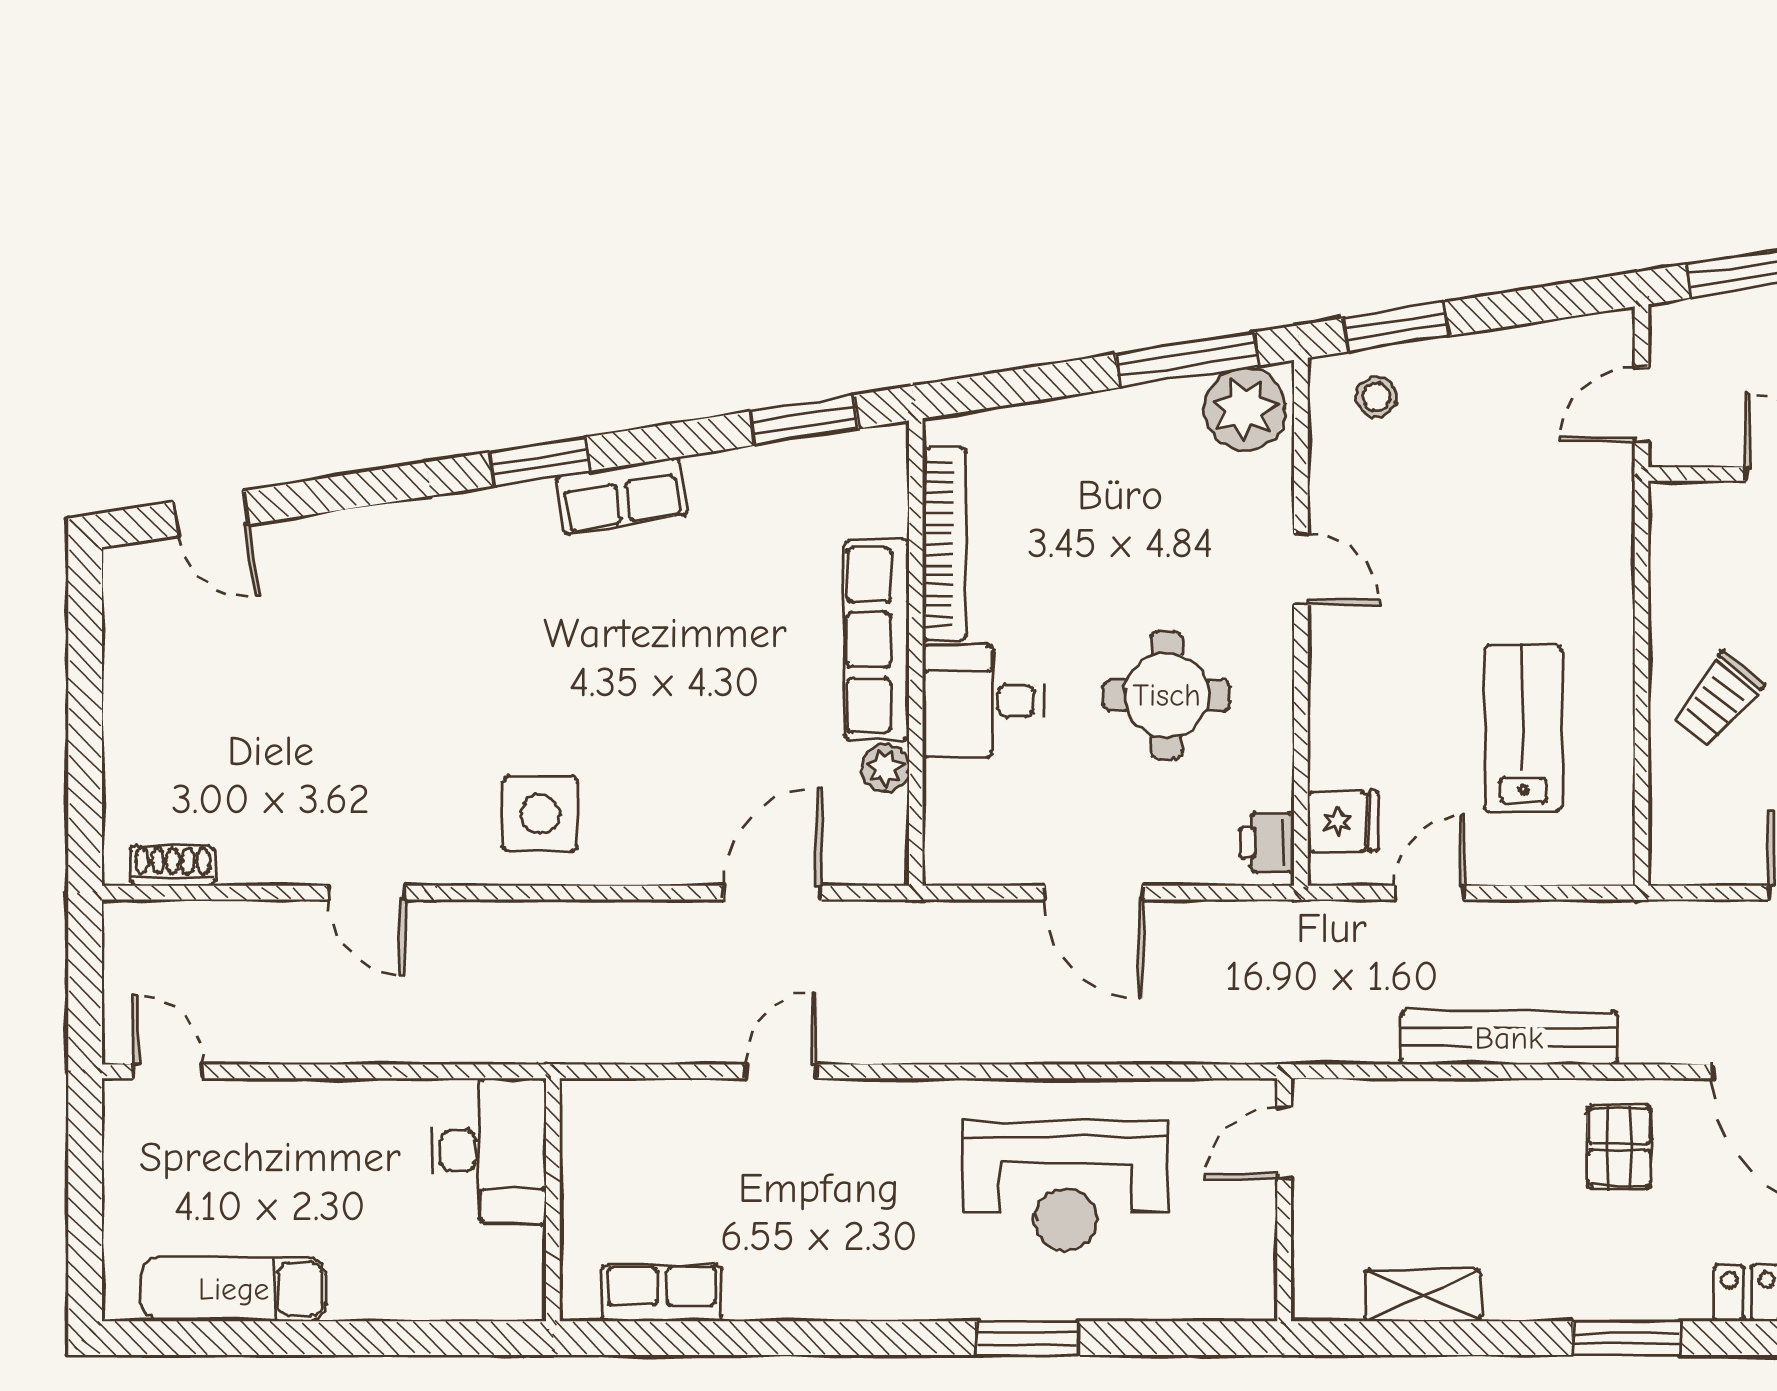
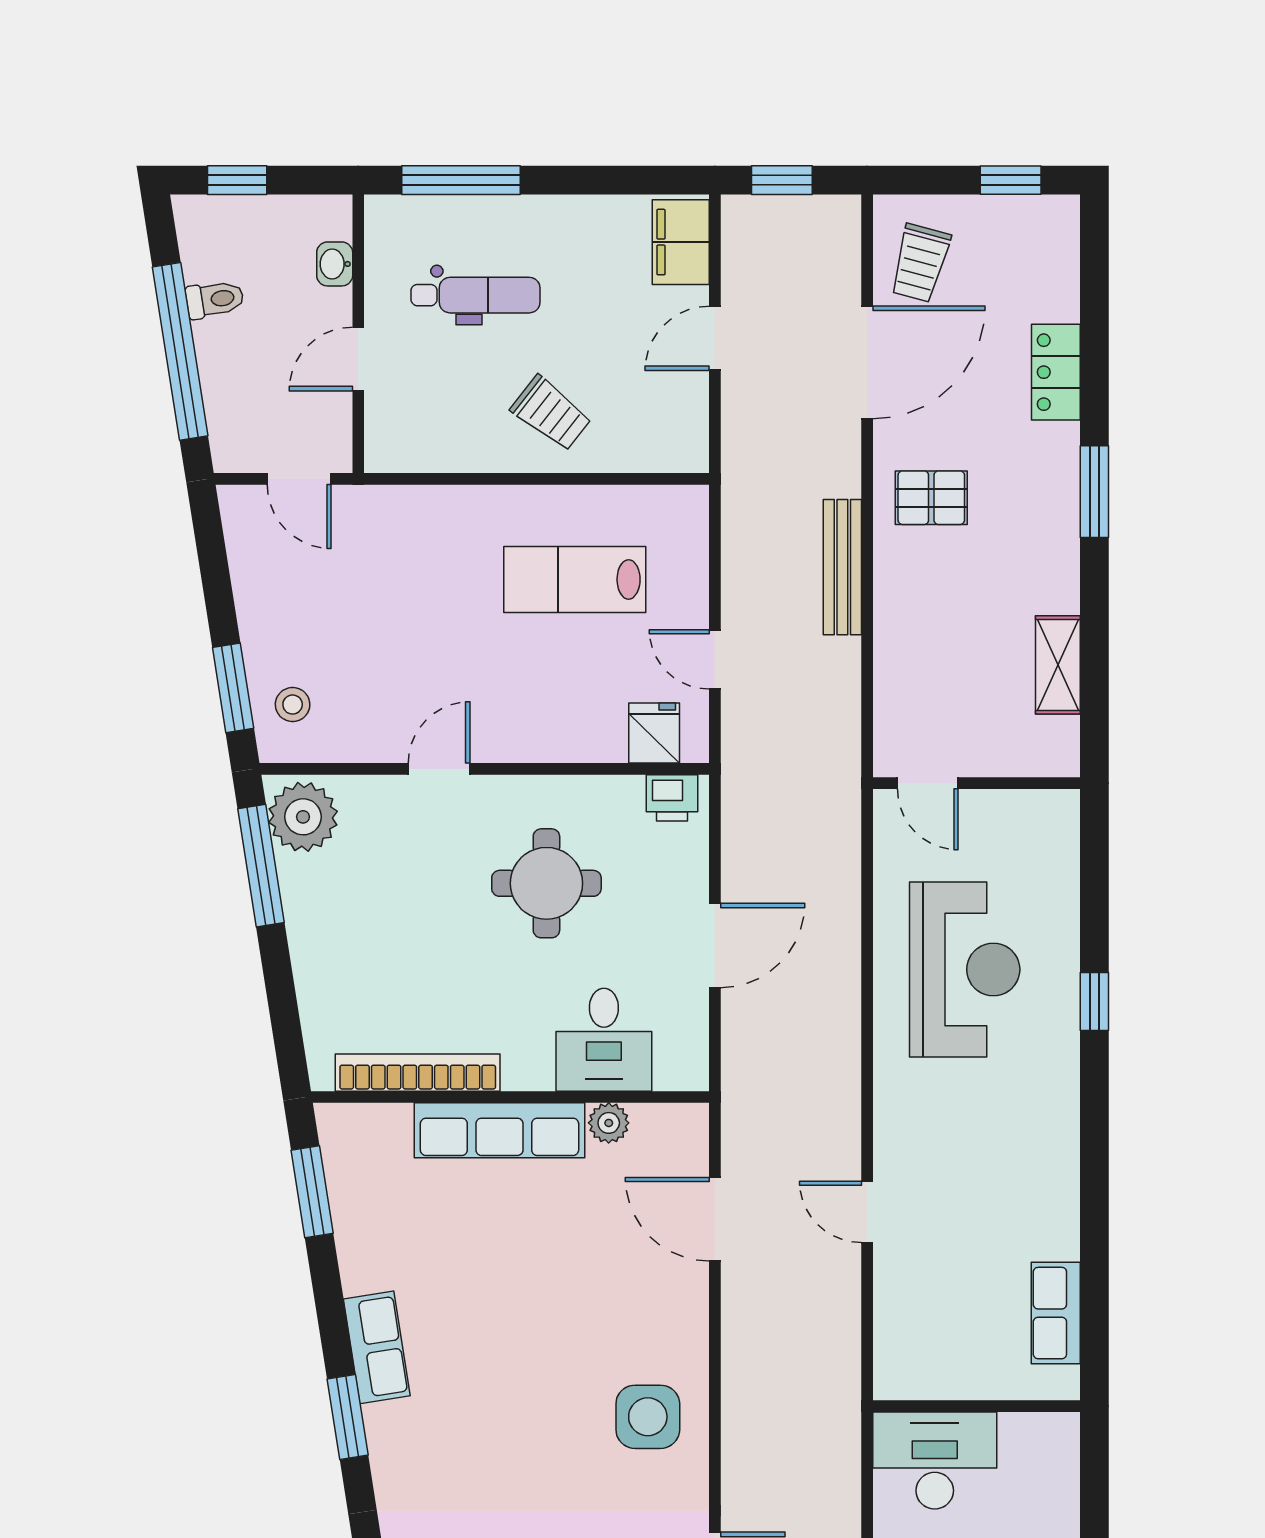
desk: (983, 701) -> (604, 1040), moved
bench: (1509, 1038) -> (842, 567), width x0.73, depth x0.82
window: (1028, 1338) -> (1094, 1001), width x0.67

